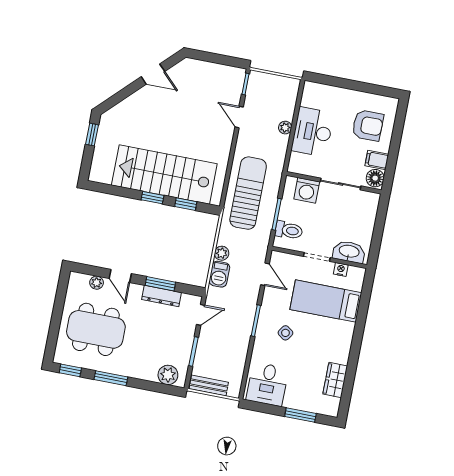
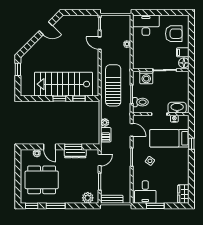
desk: (313, 132) -> (146, 25), moved, turned 90
window: (361, 318) -> (191, 144), added
wardrobe: (335, 380) -> (183, 194), moved
window: (300, 415) -> (155, 206), moved

